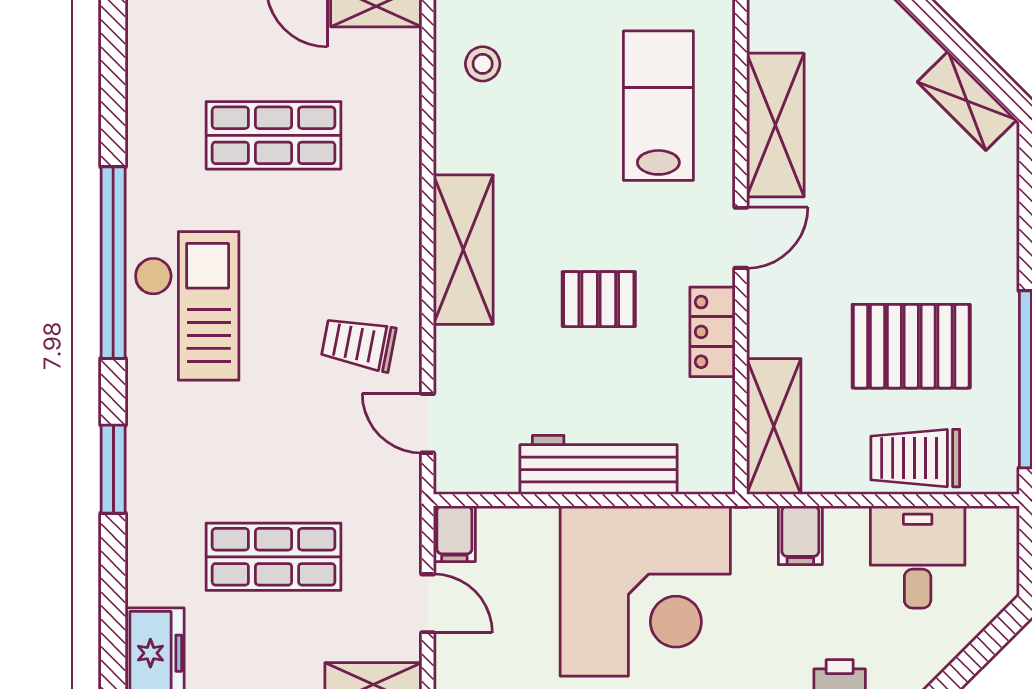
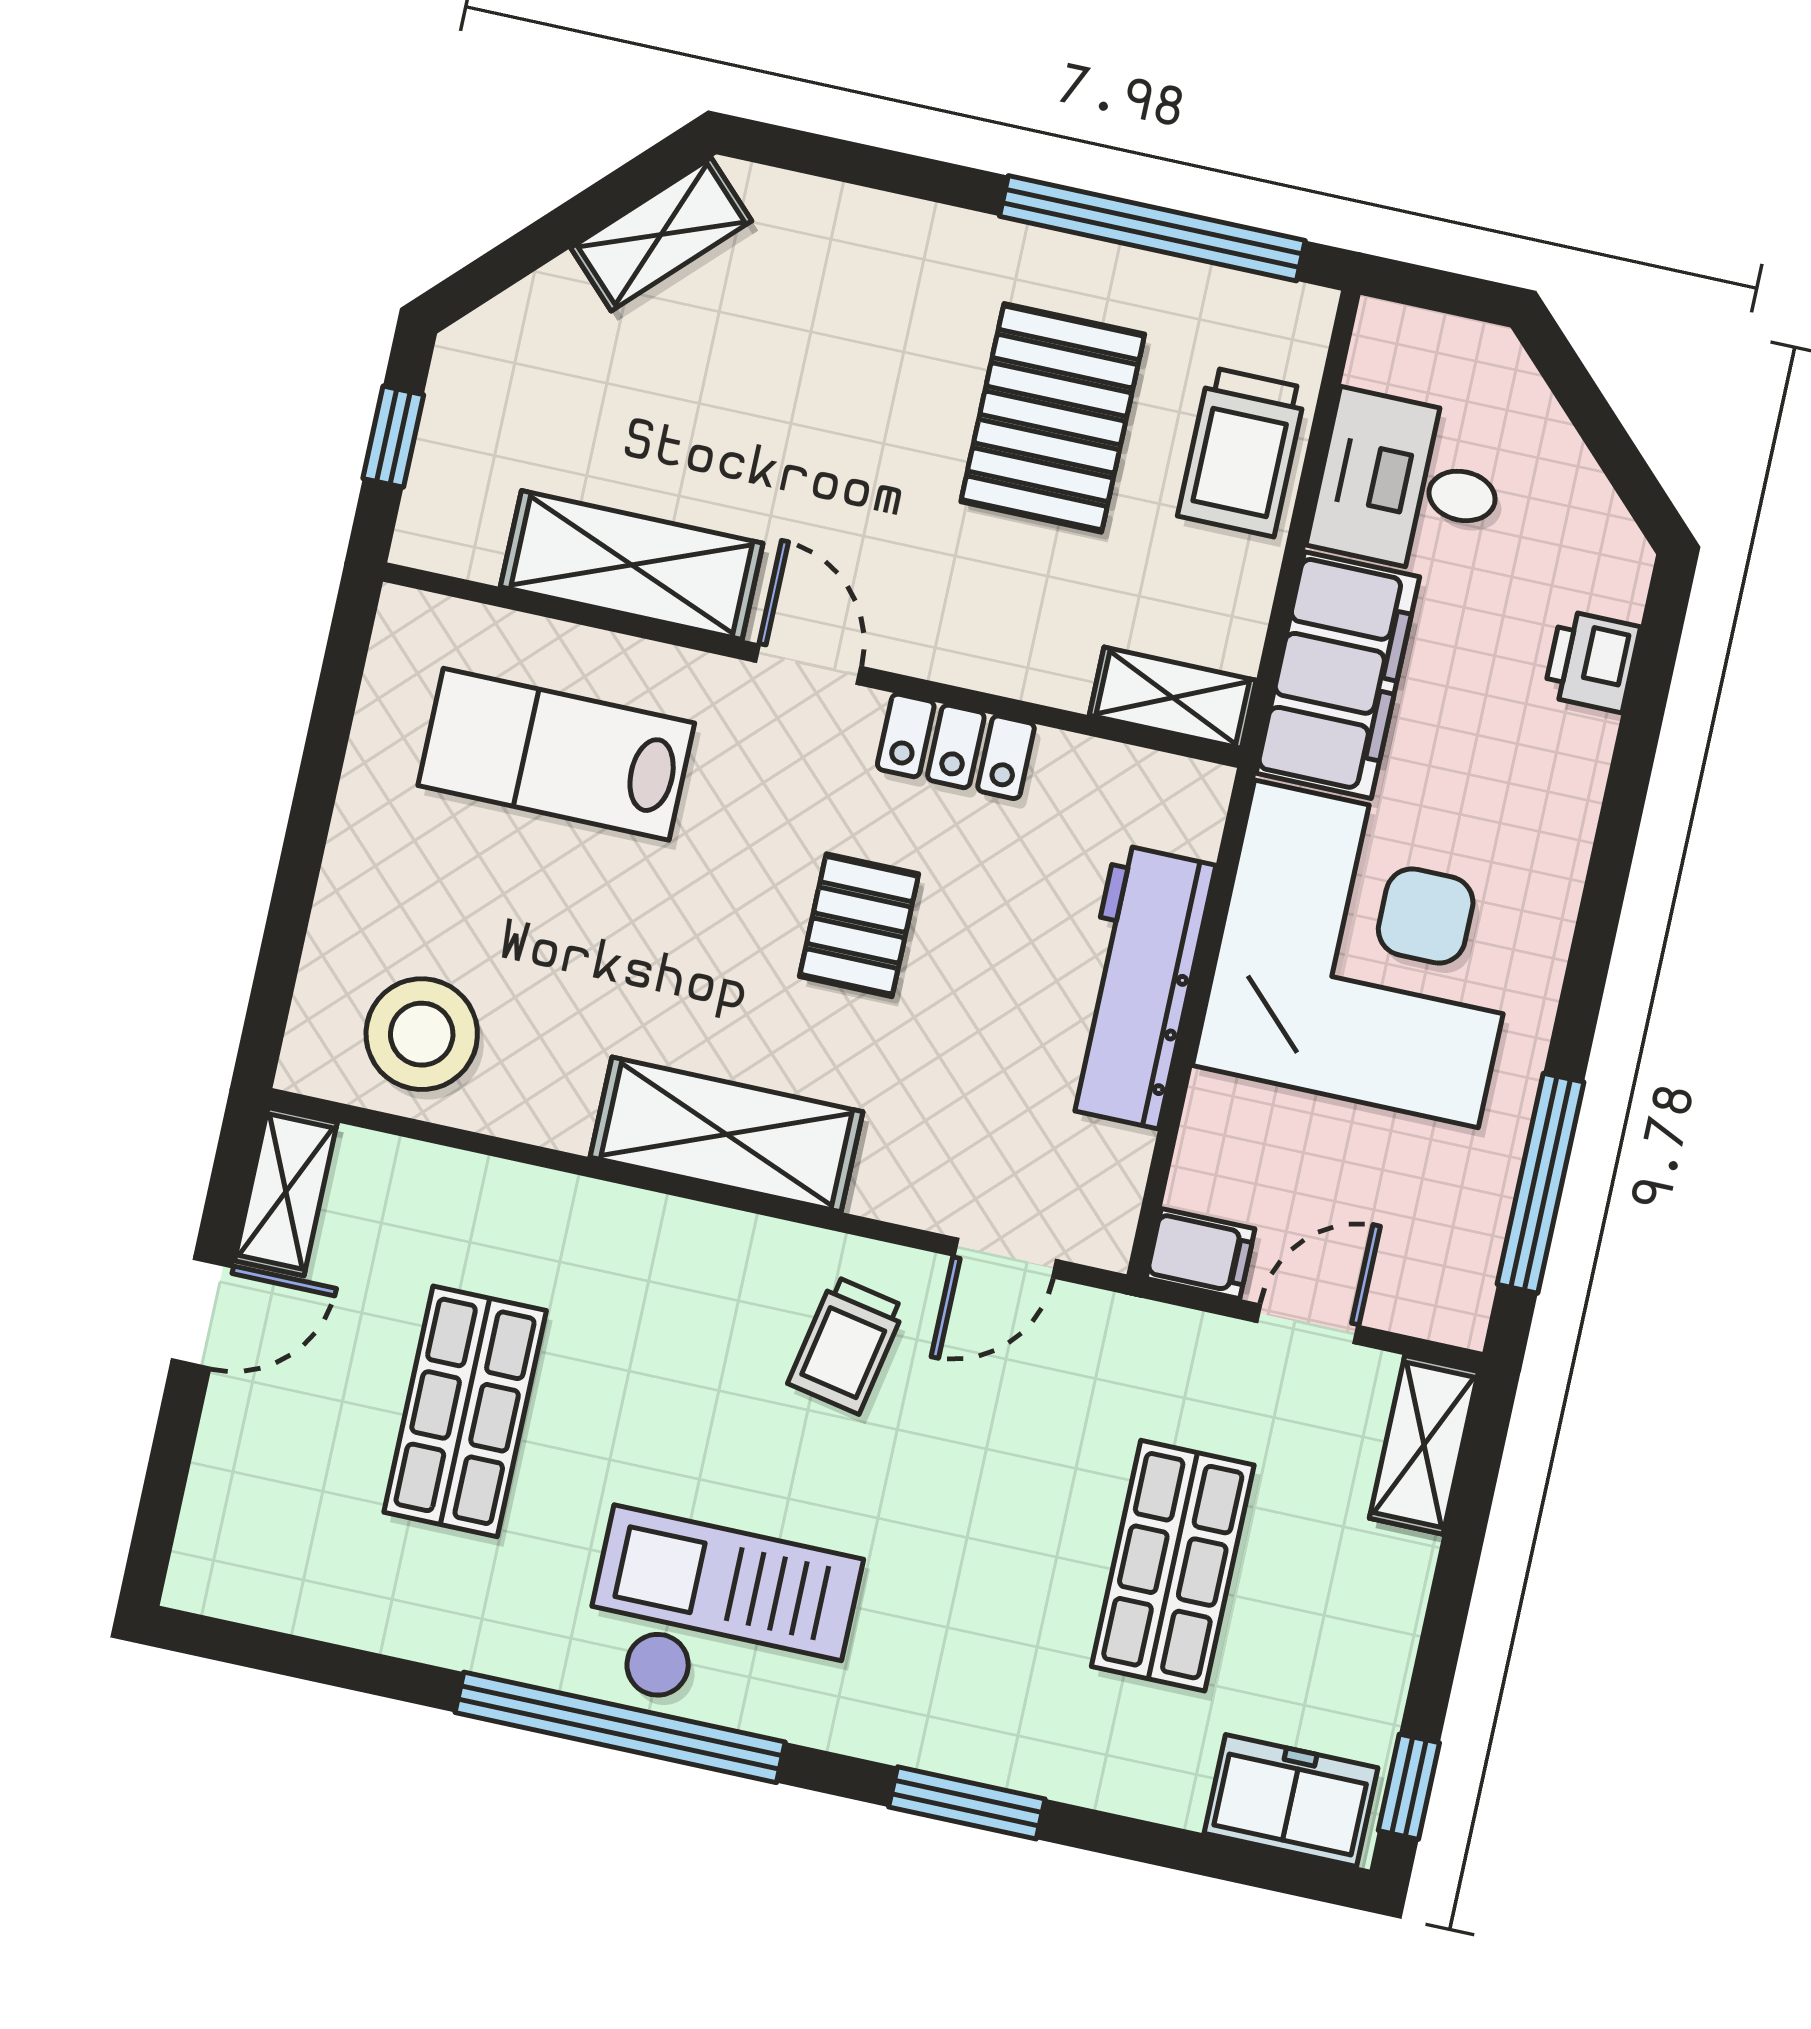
stool: (483, 64) -> (422, 1034), width x1.89, depth x1.89
shelving: (774, 427) -> (1173, 698), width x0.67, depth x0.75
filing cabinet: (800, 535) -> (1338, 675), width x3.00, depth x1.17

